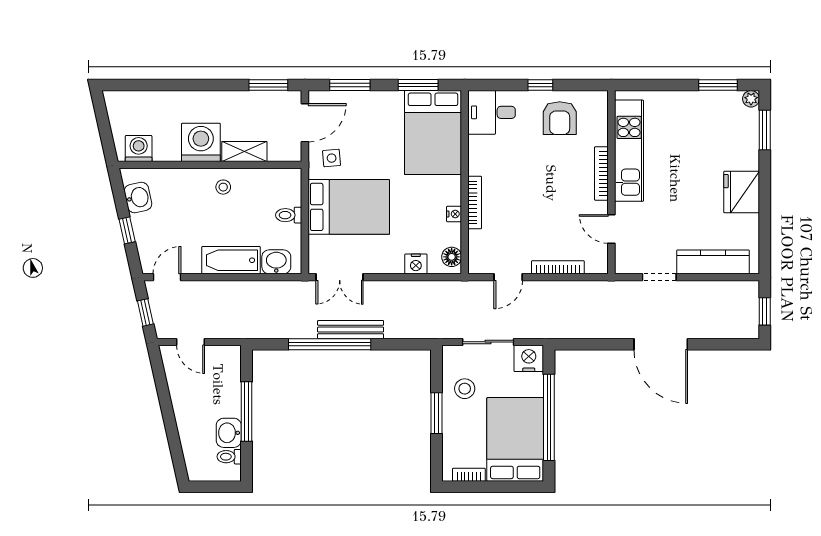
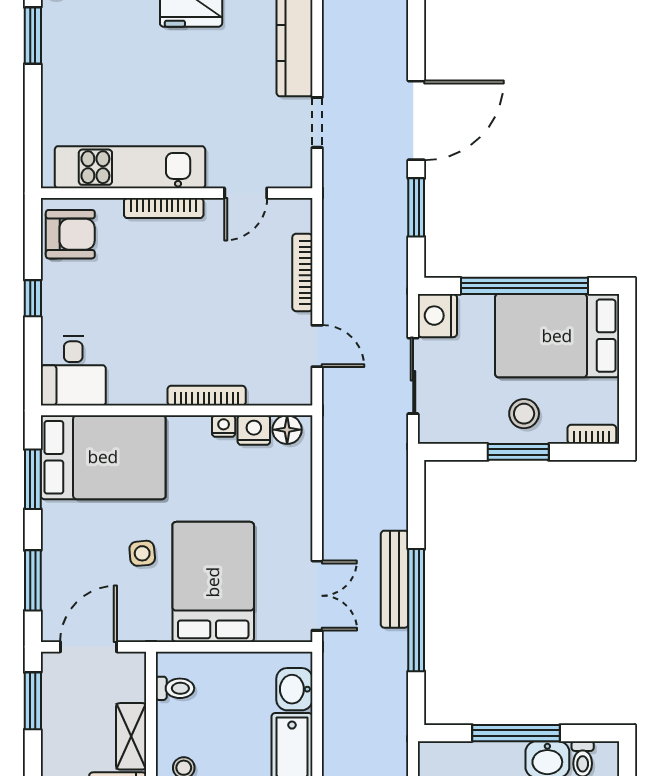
armchair: (560, 118) -> (70, 234), moved
door: (305, 123) -> (89, 647), hinge flipped
side table: (332, 158) -> (142, 553), moved
toilet: (289, 215) -> (175, 688), moved, turned -90
nightstand: (416, 264) -> (254, 430), moved, turned -90
window: (602, 344) -> (416, 207), added
stool: (465, 389) -> (524, 414), moved
bookcase: (469, 475) -> (592, 434), moved, turned 90

